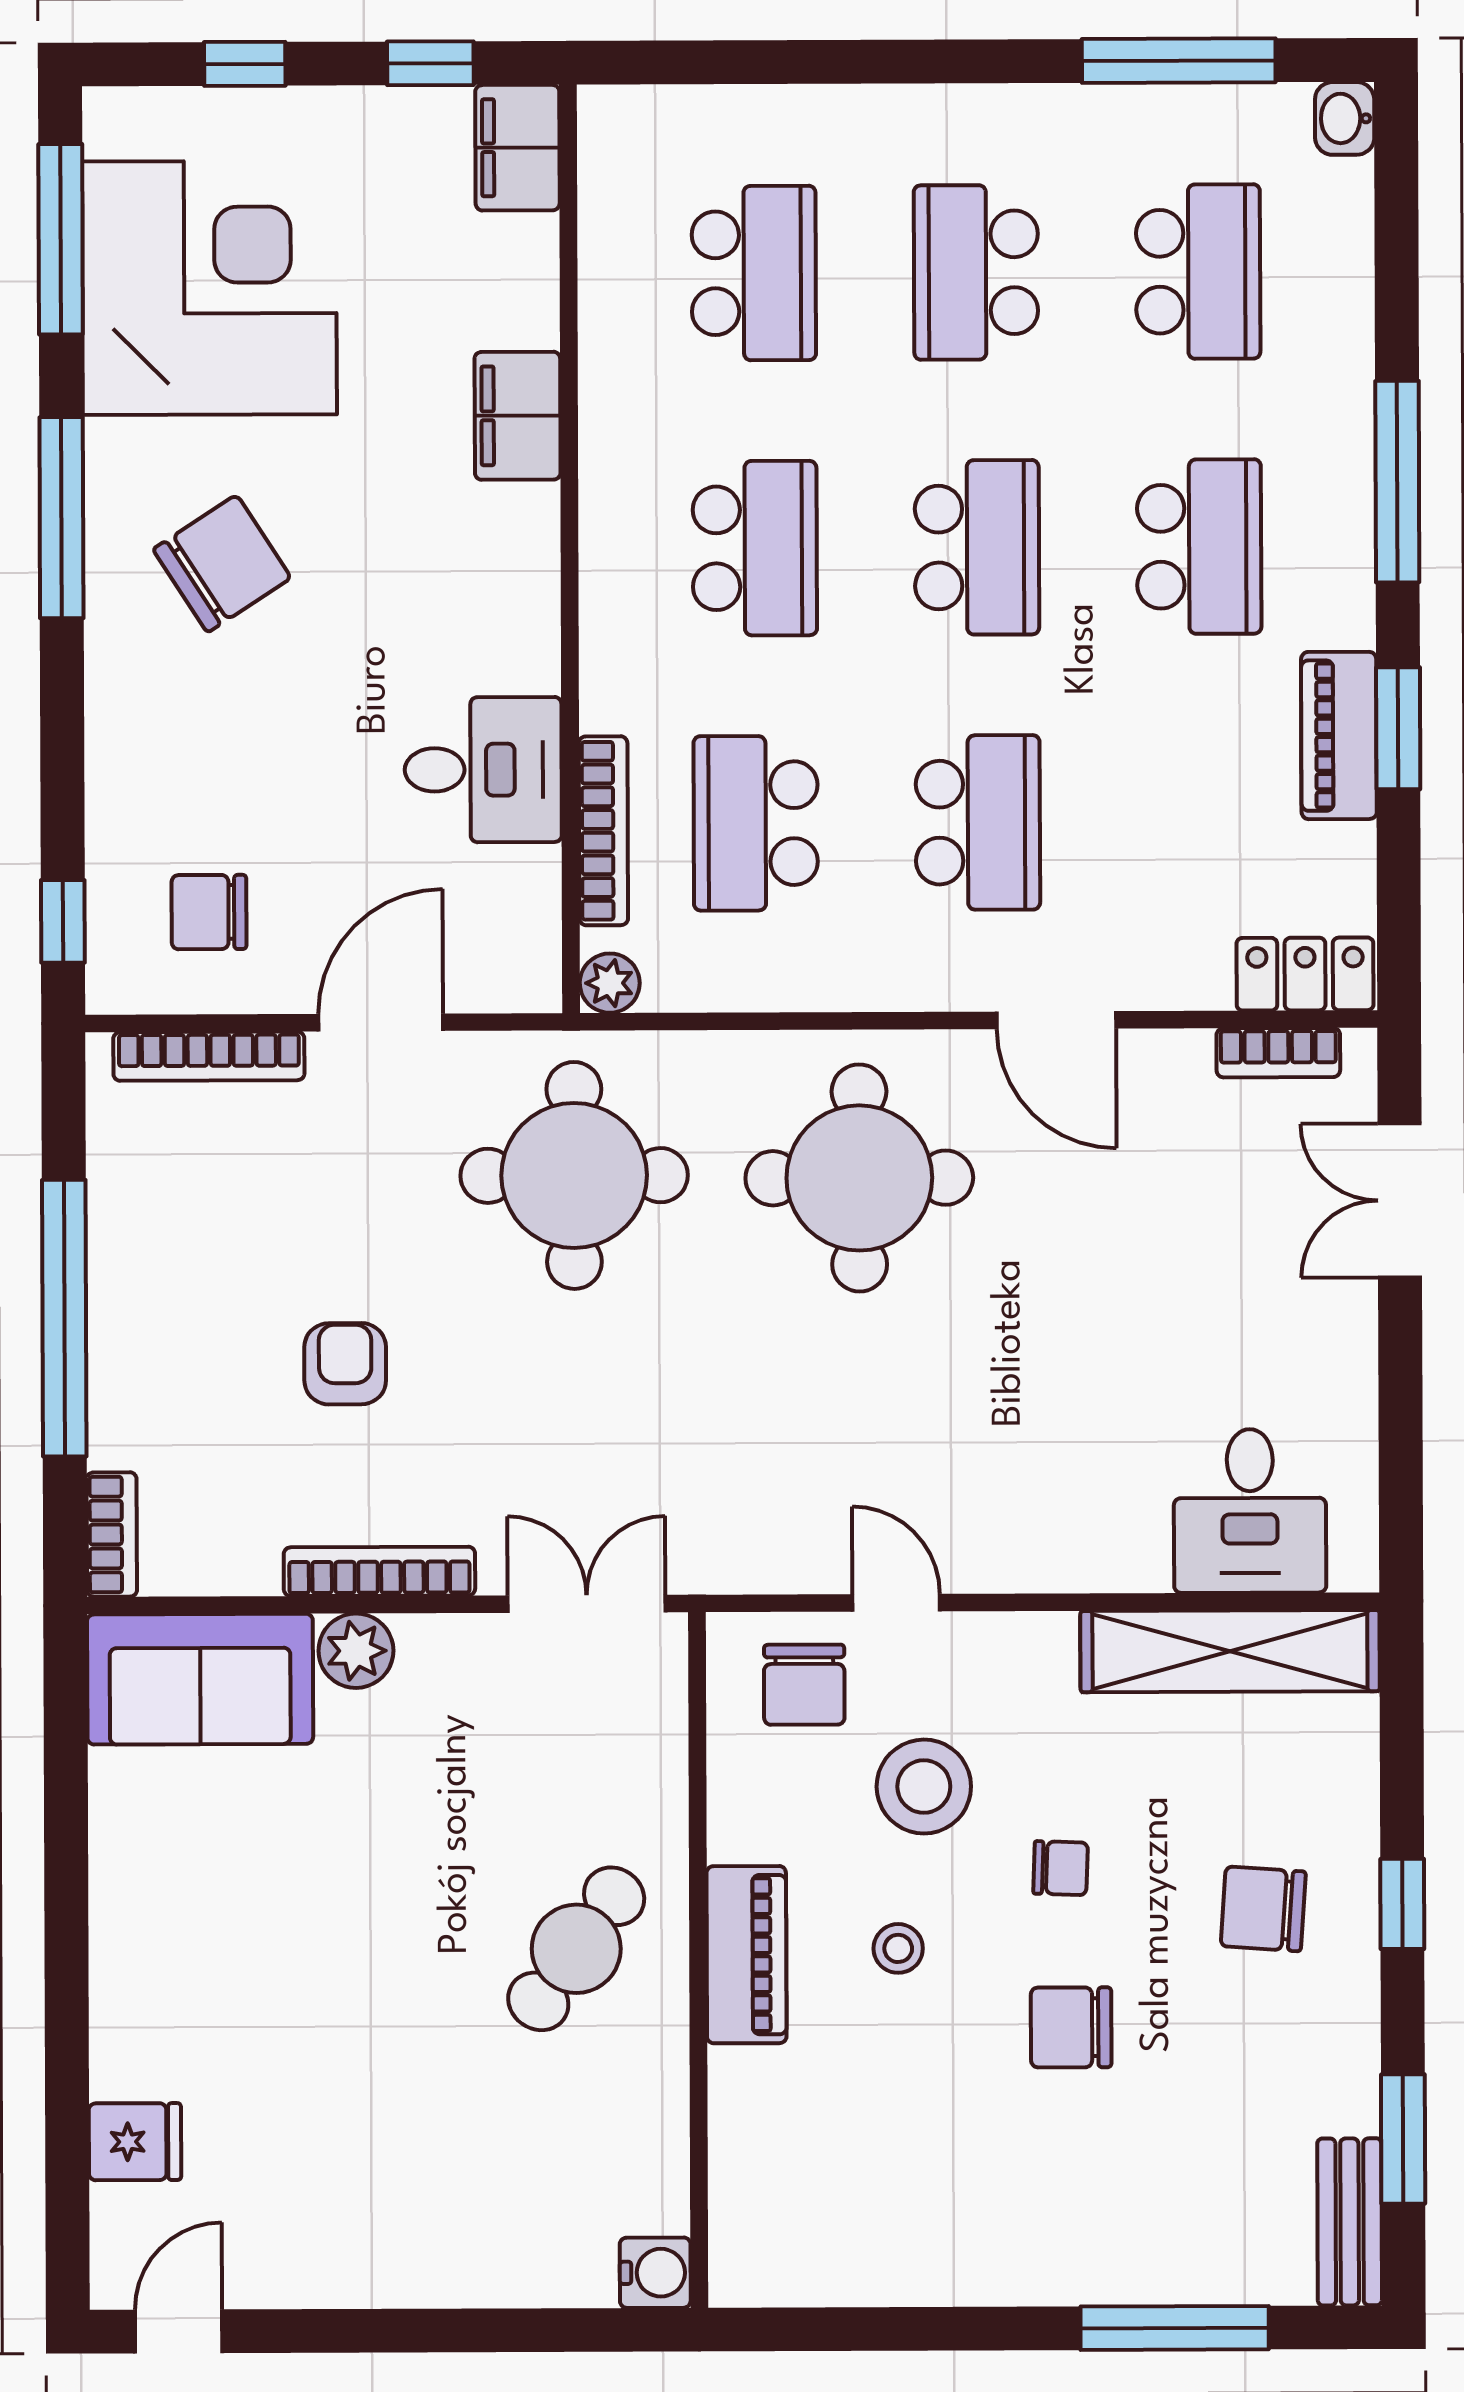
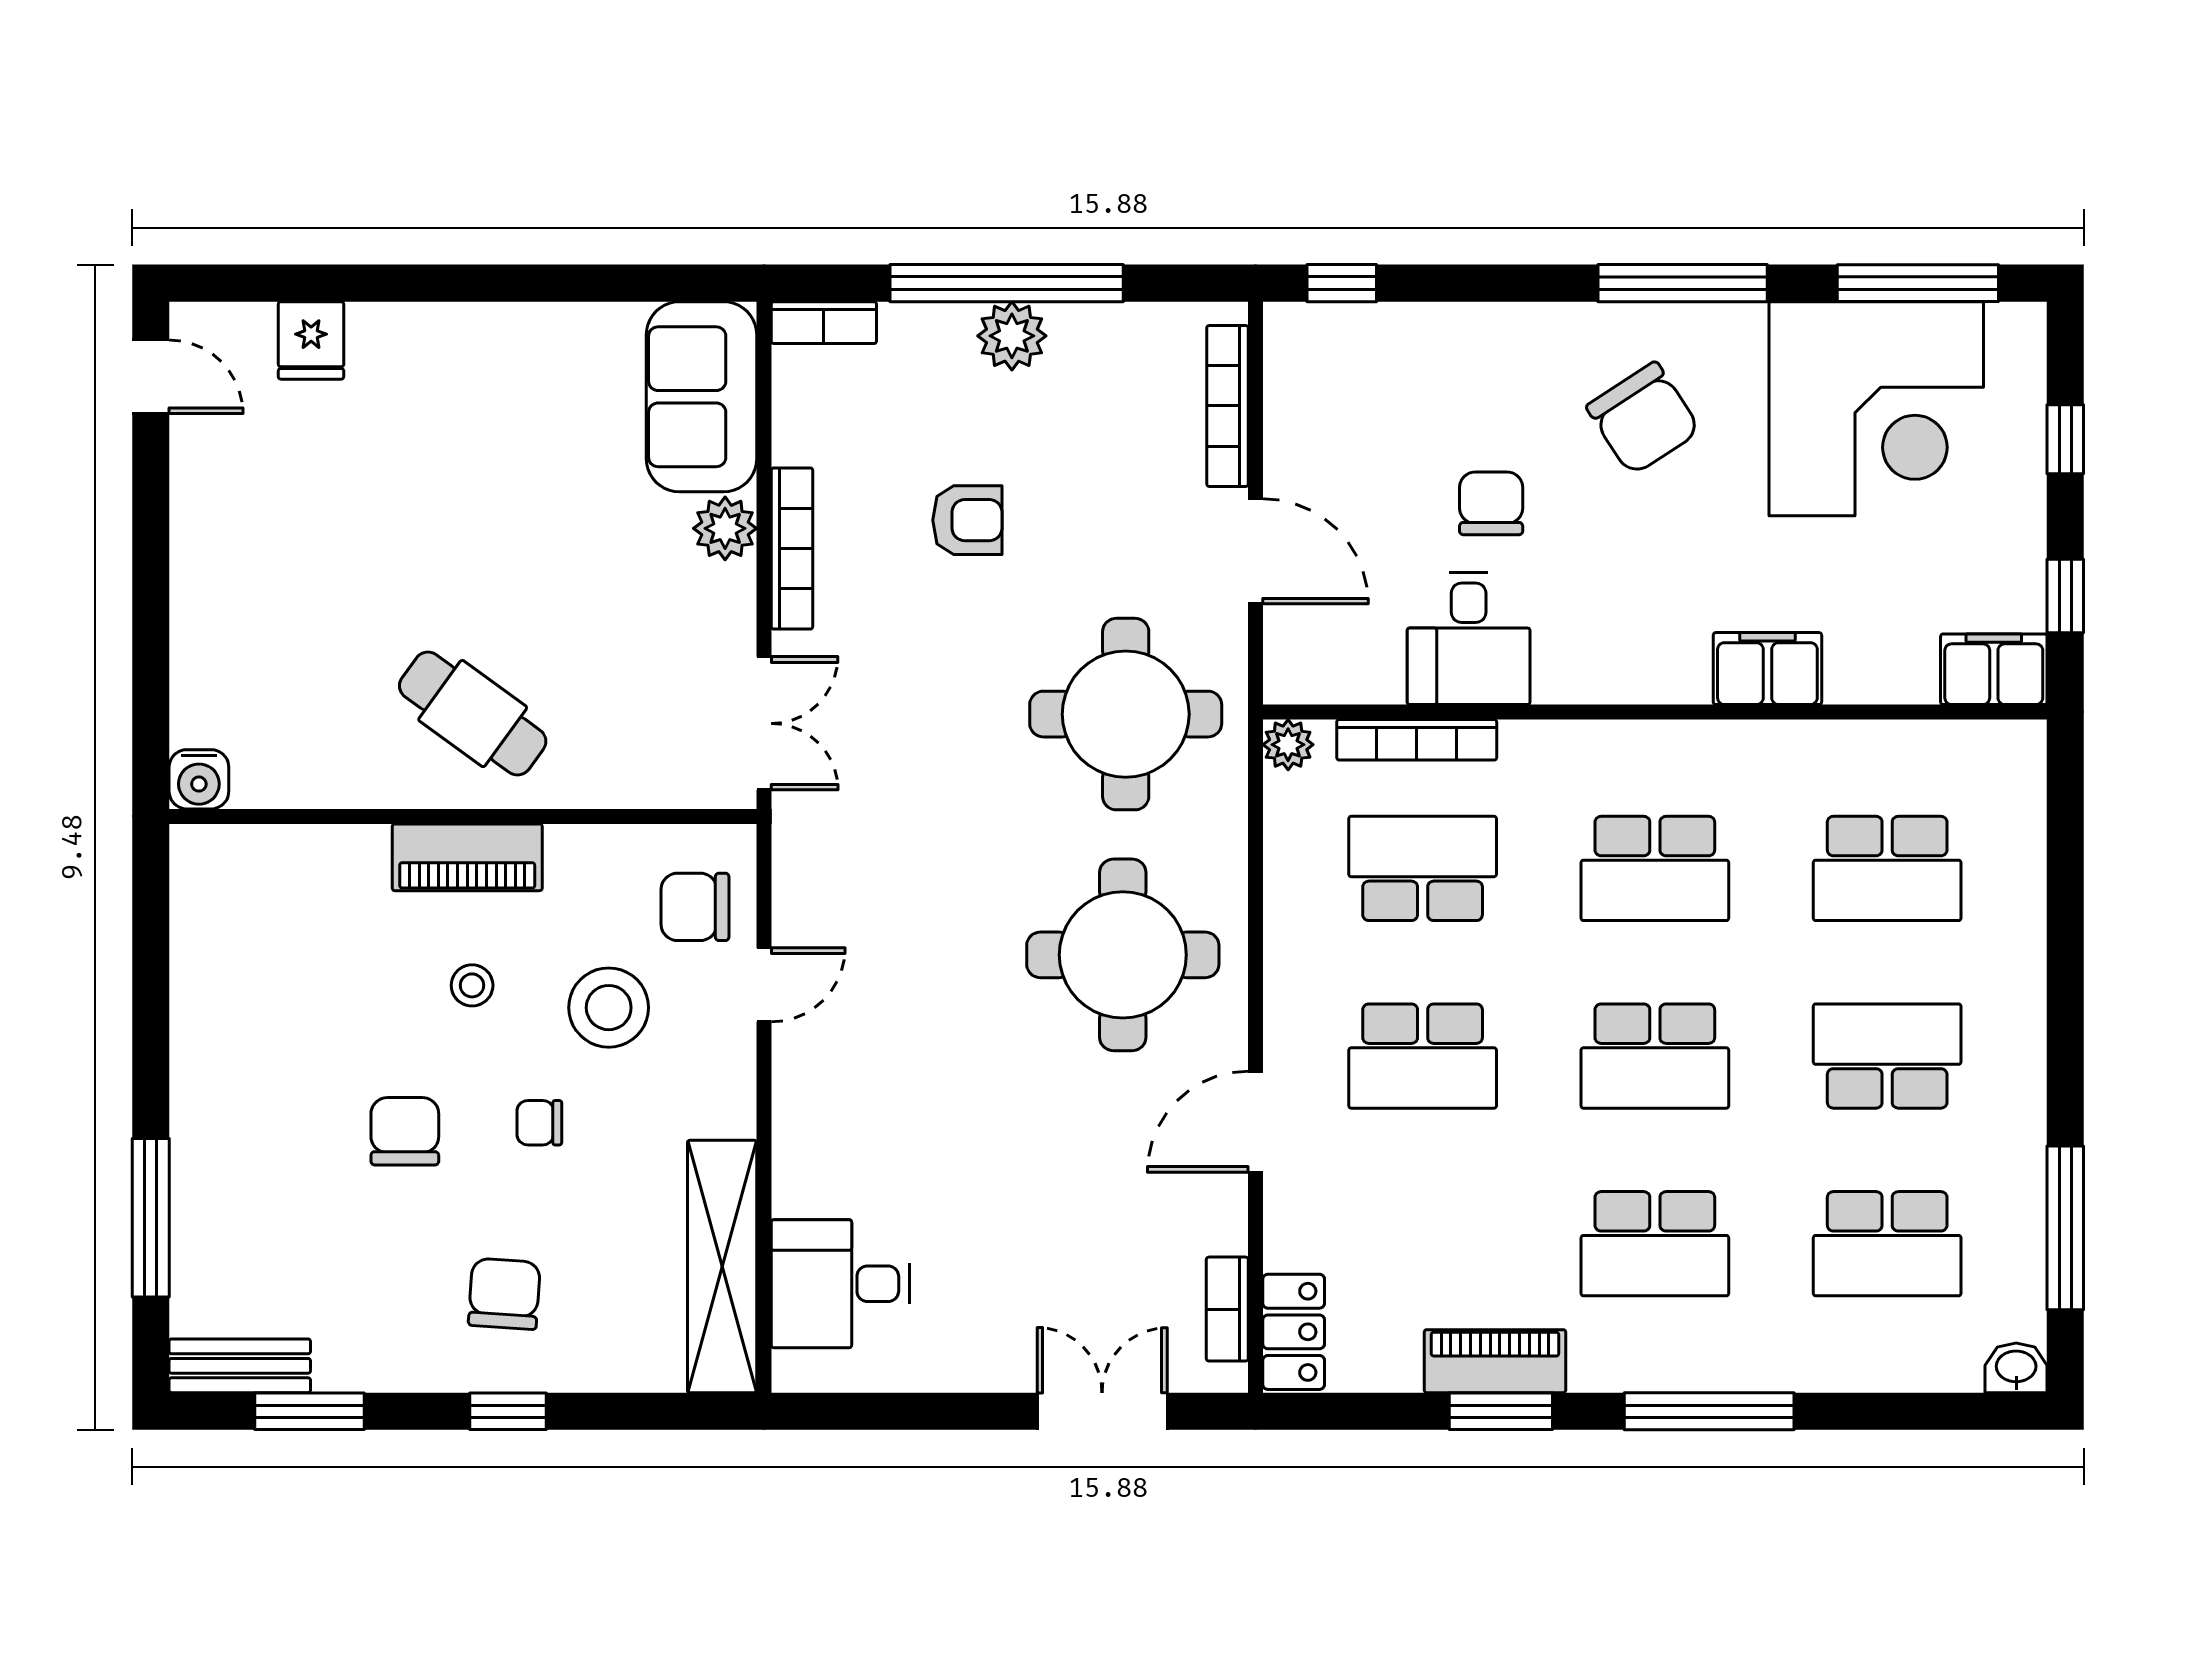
chair: (209, 912) -> (1491, 503), moved
plant: (127, 1312) -> (1012, 336), added
chair: (1061, 1868) -> (539, 1123), turned 88

